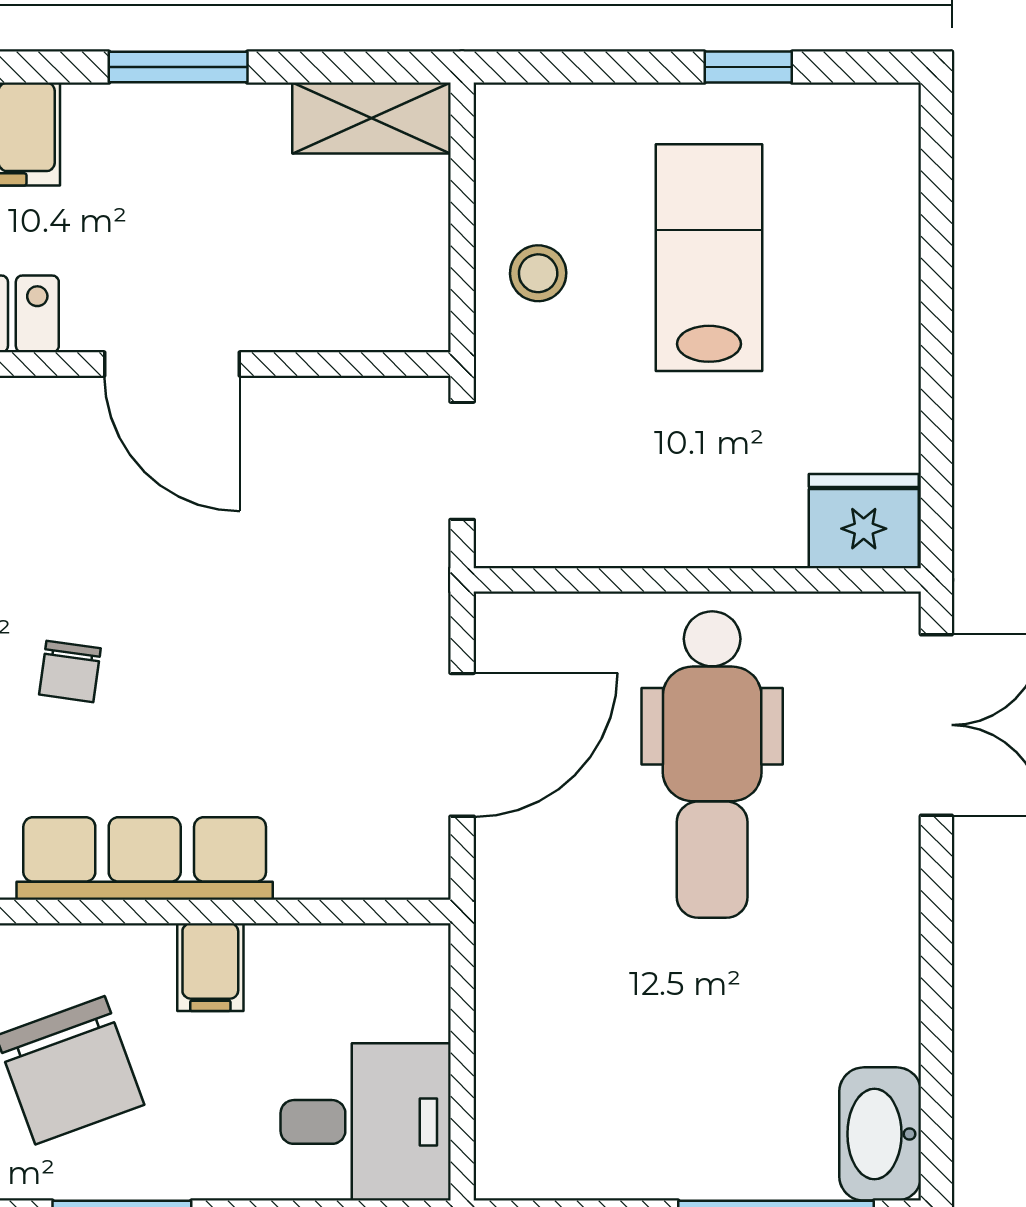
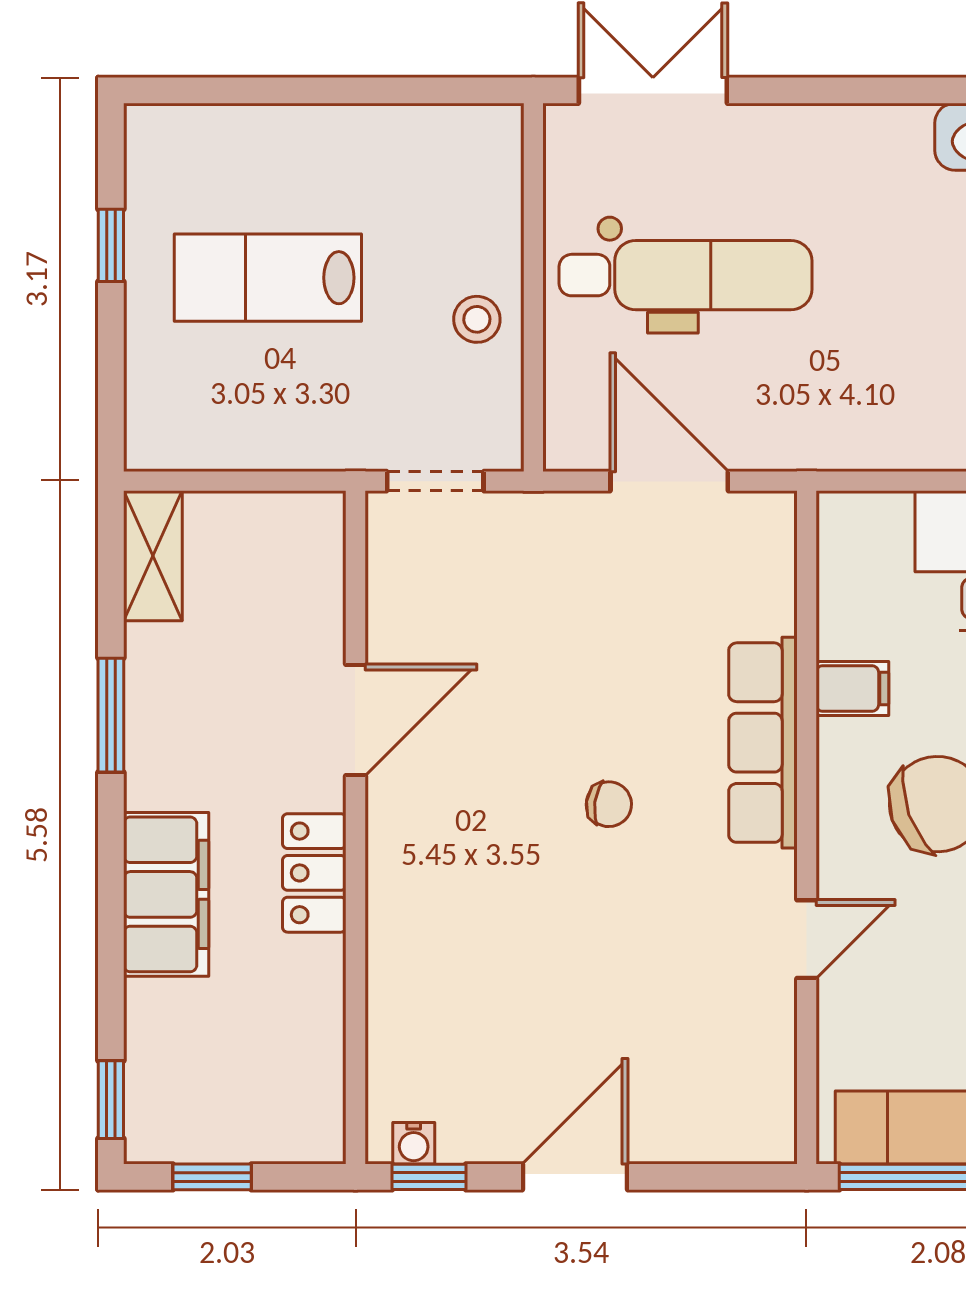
stool: (538, 273) -> (477, 319), moved
fridge: (864, 521) -> (485, 150), removed

